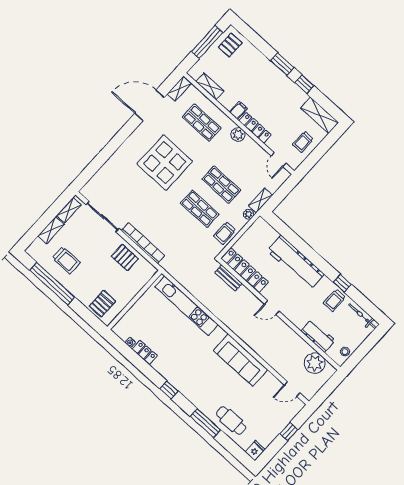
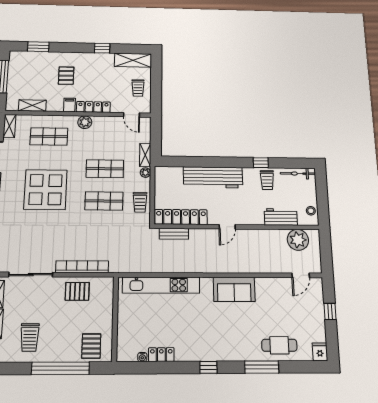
pallet: (230, 45) -> (66, 76), moved
window: (282, 64) -> (38, 47), moved
trolley: (66, 260) -> (30, 337), turned 90
window: (52, 284) -> (60, 368), moved
sofa: (240, 360) -> (234, 289), width x0.73

